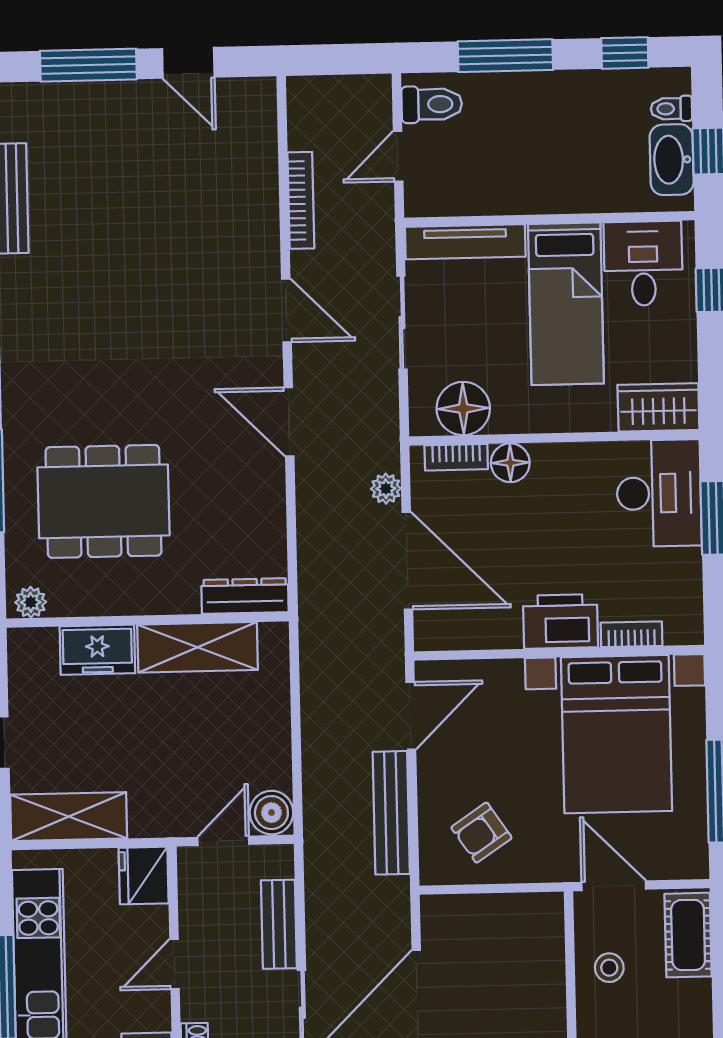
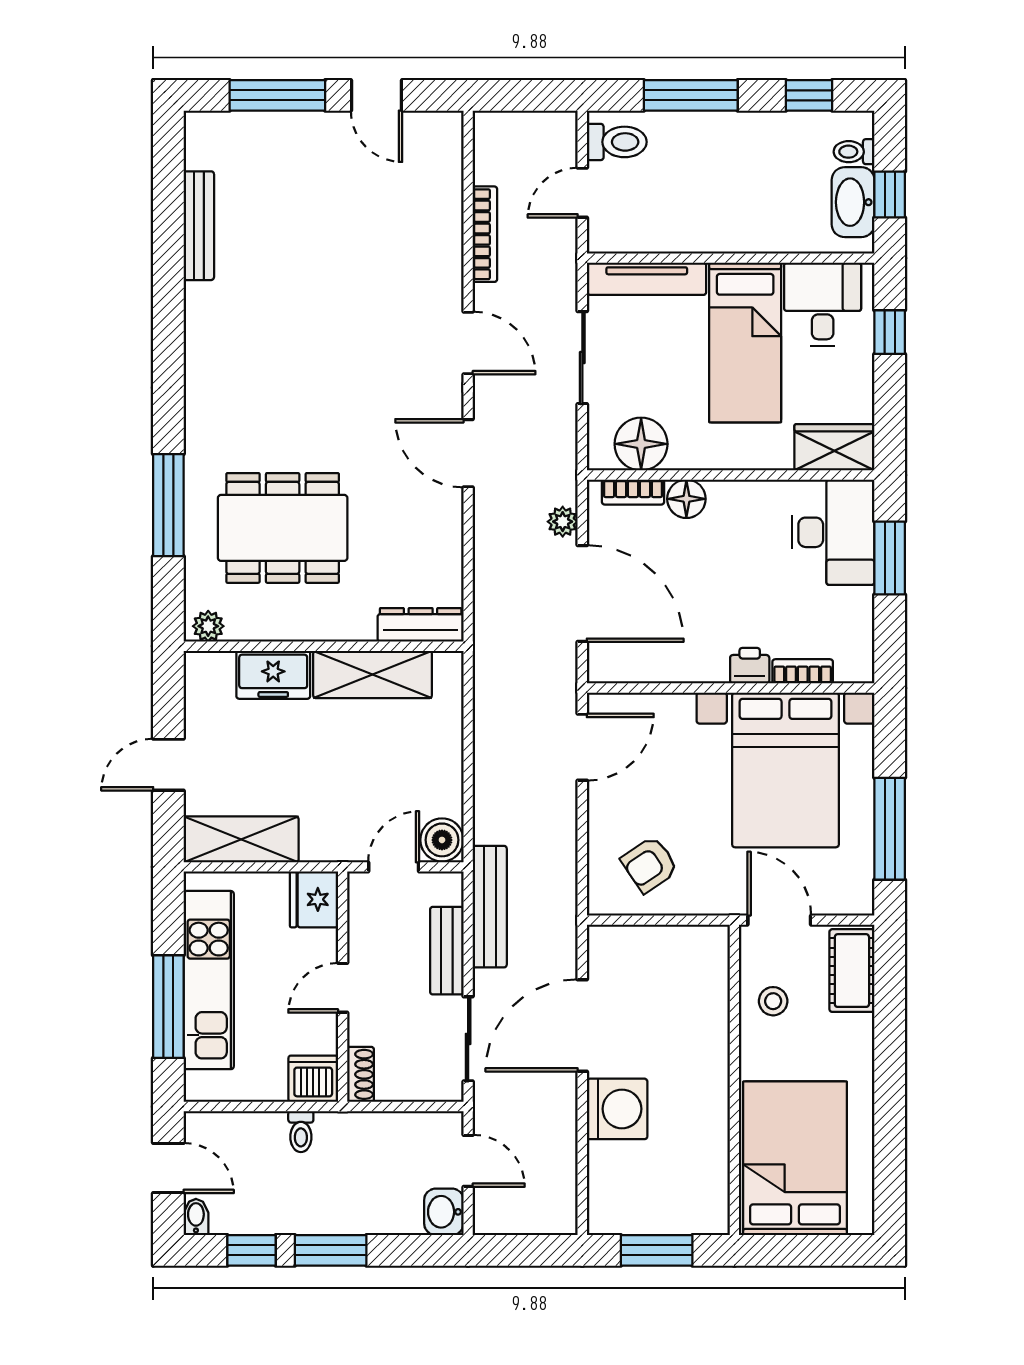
printer: (560, 621) -> (750, 666), width x0.53, depth x0.68
bench: (391, 813) -> (490, 907), moved

